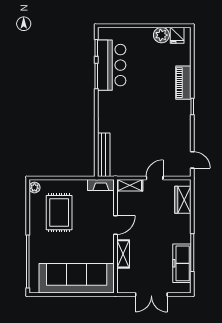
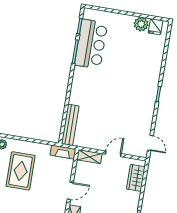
piano: (183, 83) -> (154, 71), removed

